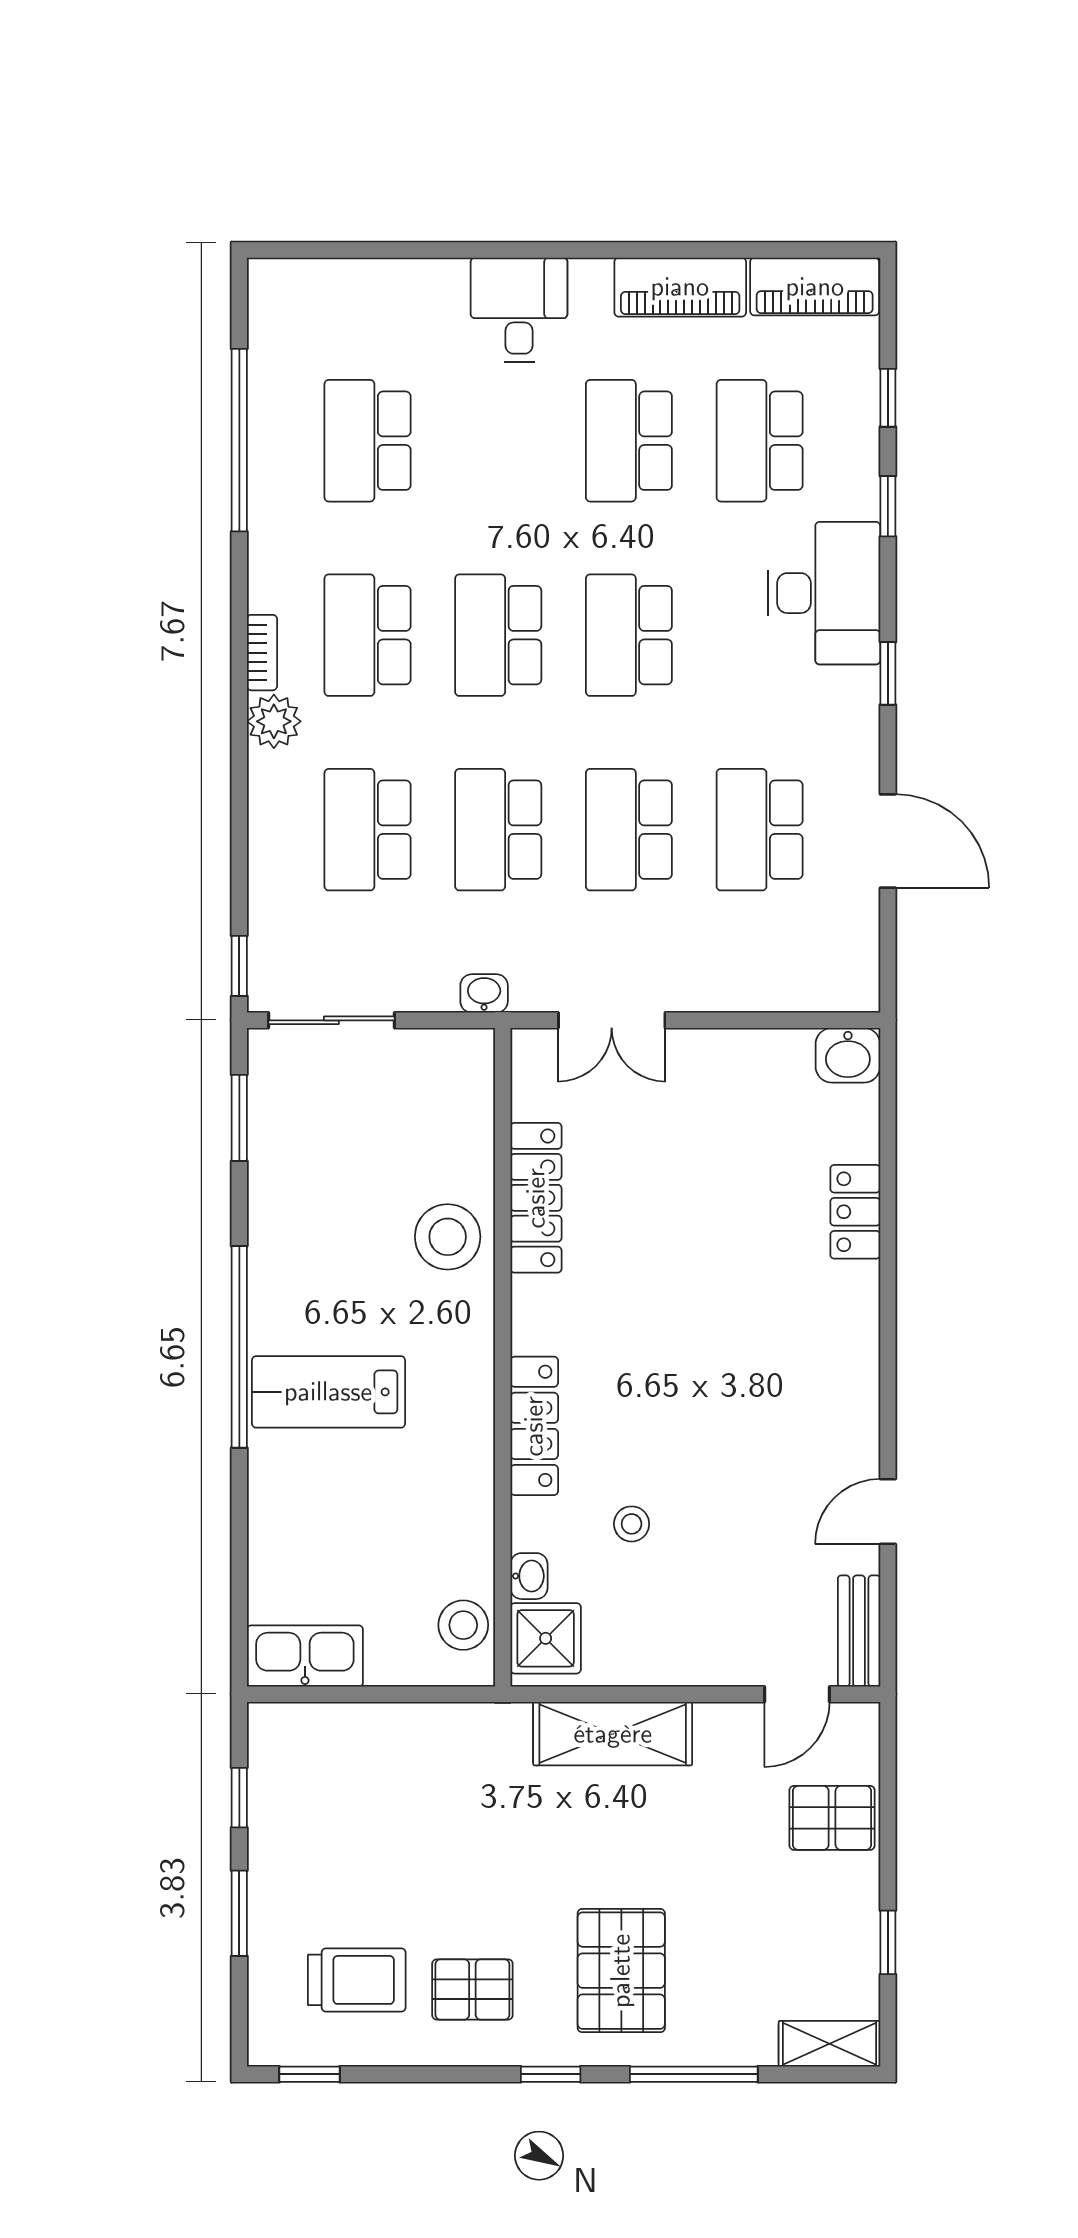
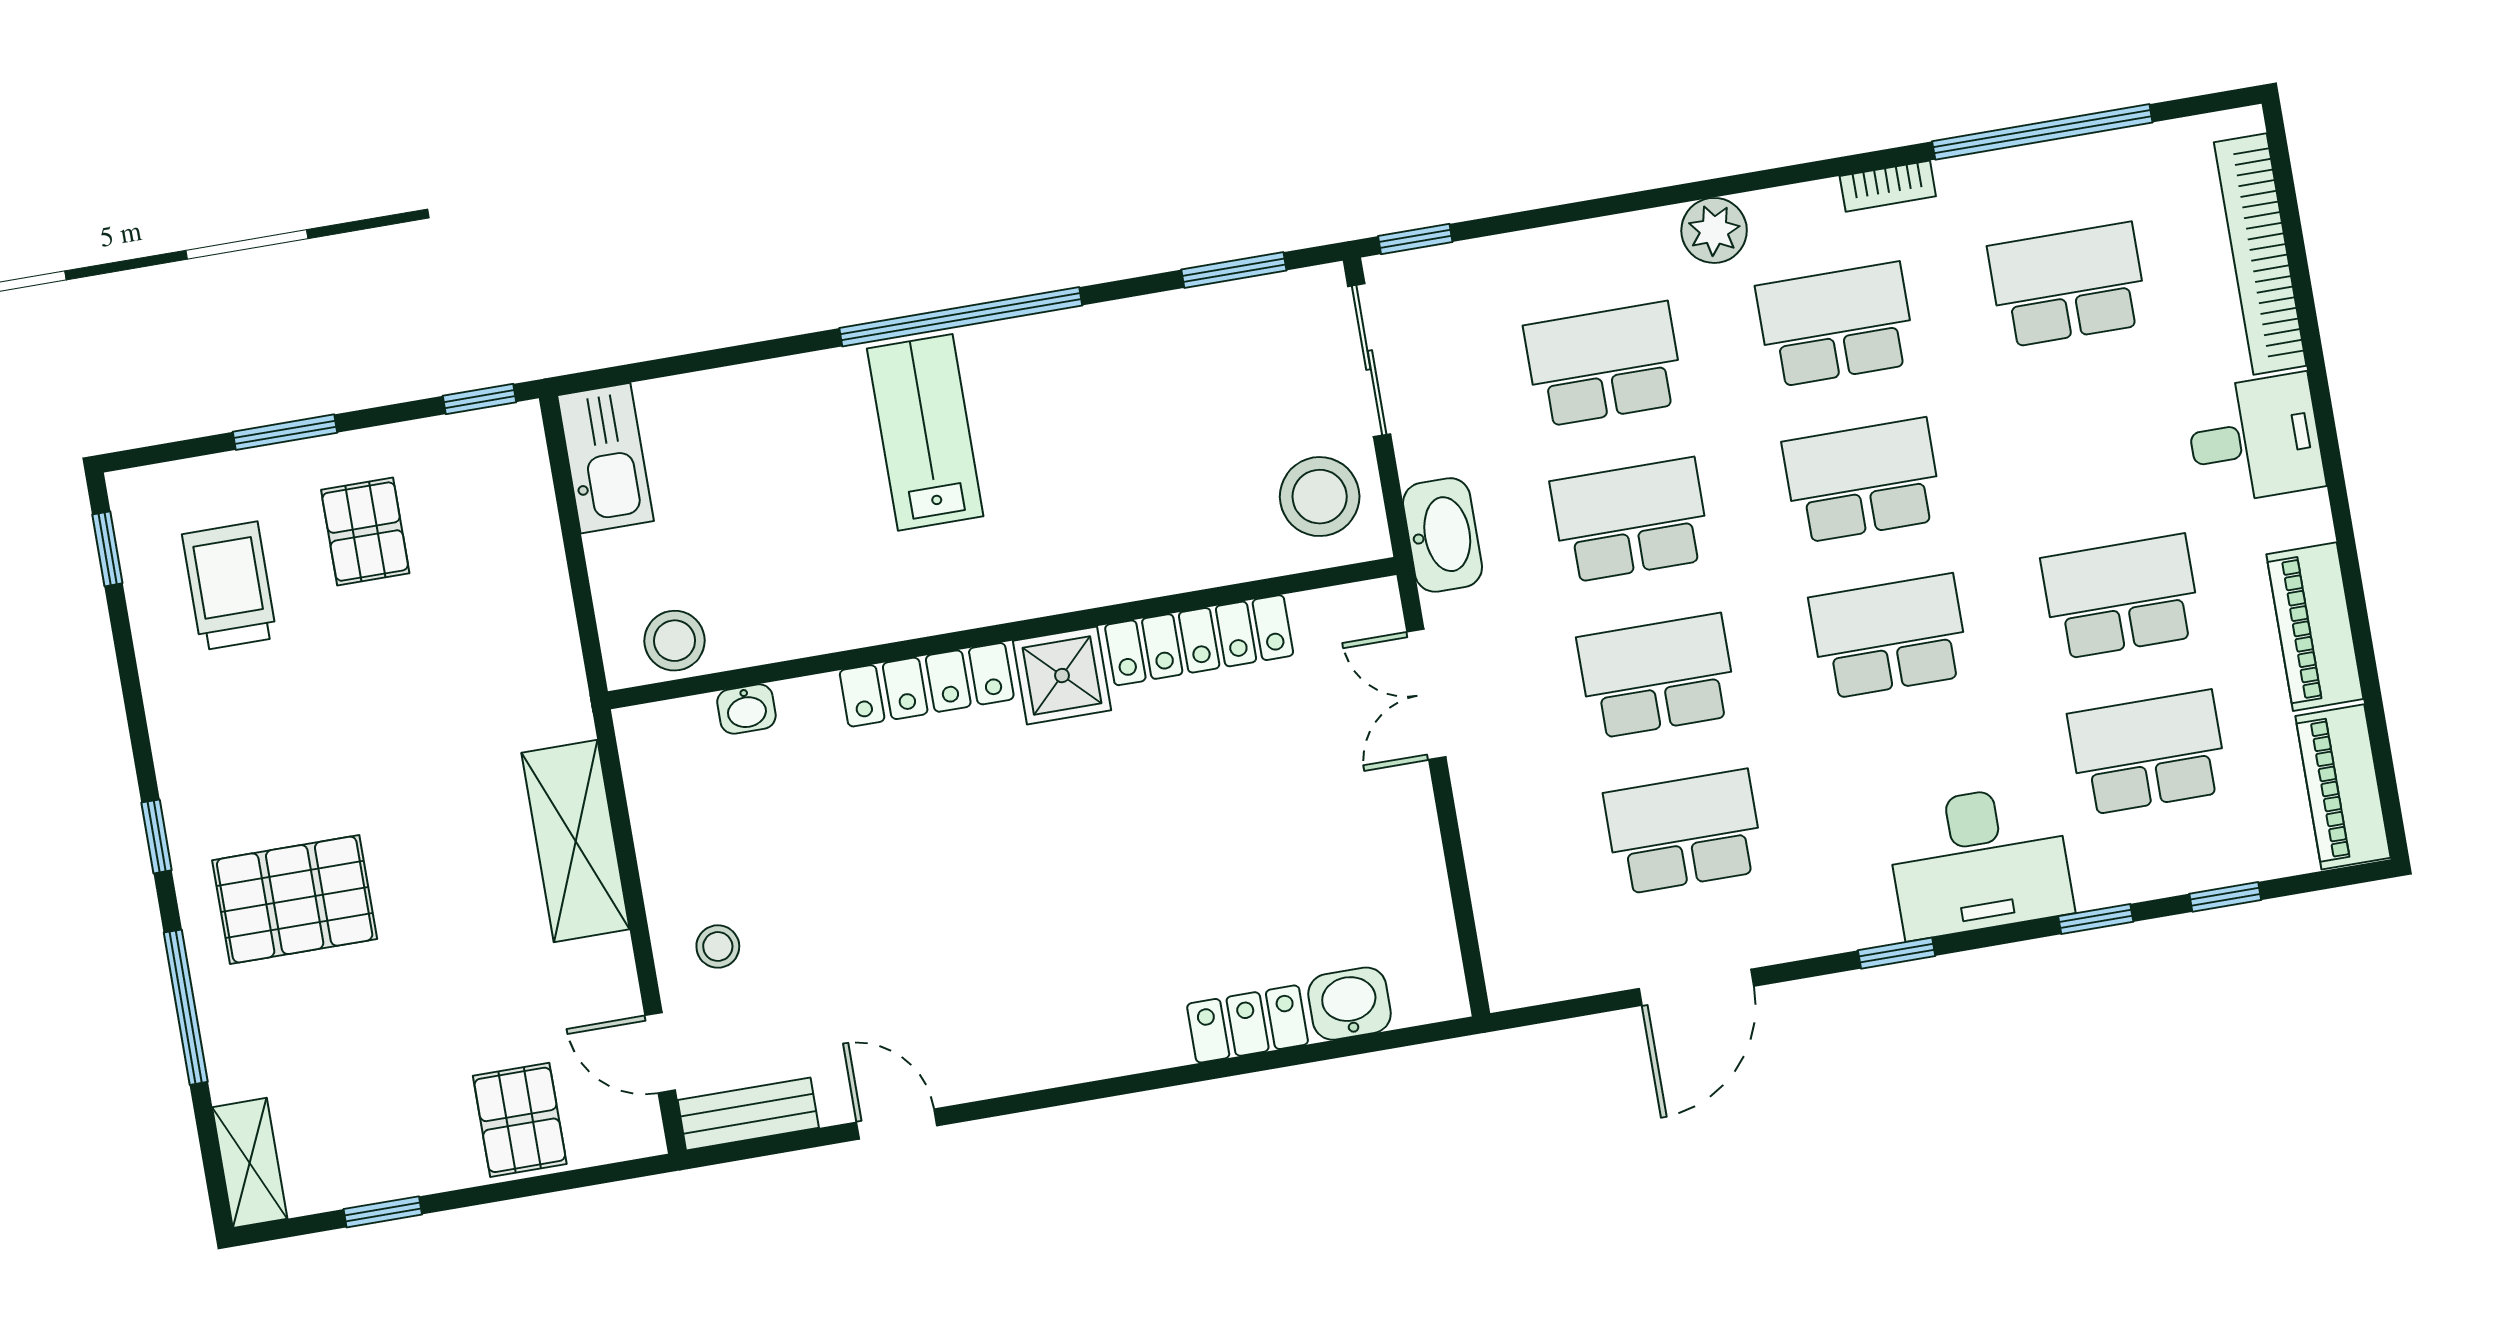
bookcase: (369, 280) -> (2260, 254), added
bookcase: (262, 653) -> (1888, 186), moved
washbasin: (484, 993) -> (1443, 535), width x1.91, depth x1.45
washbasin: (848, 1055) -> (1350, 1004), moved, turned 90
stool: (448, 1237) -> (1320, 497), moved
stool: (632, 1524) -> (718, 947), moved
shower: (546, 1638) -> (1062, 676), moved
window: (239, 1798) -> (479, 399), moved
trolley: (357, 1980) -> (230, 586), turned 180
pallet: (472, 1989) -> (365, 532), moved

